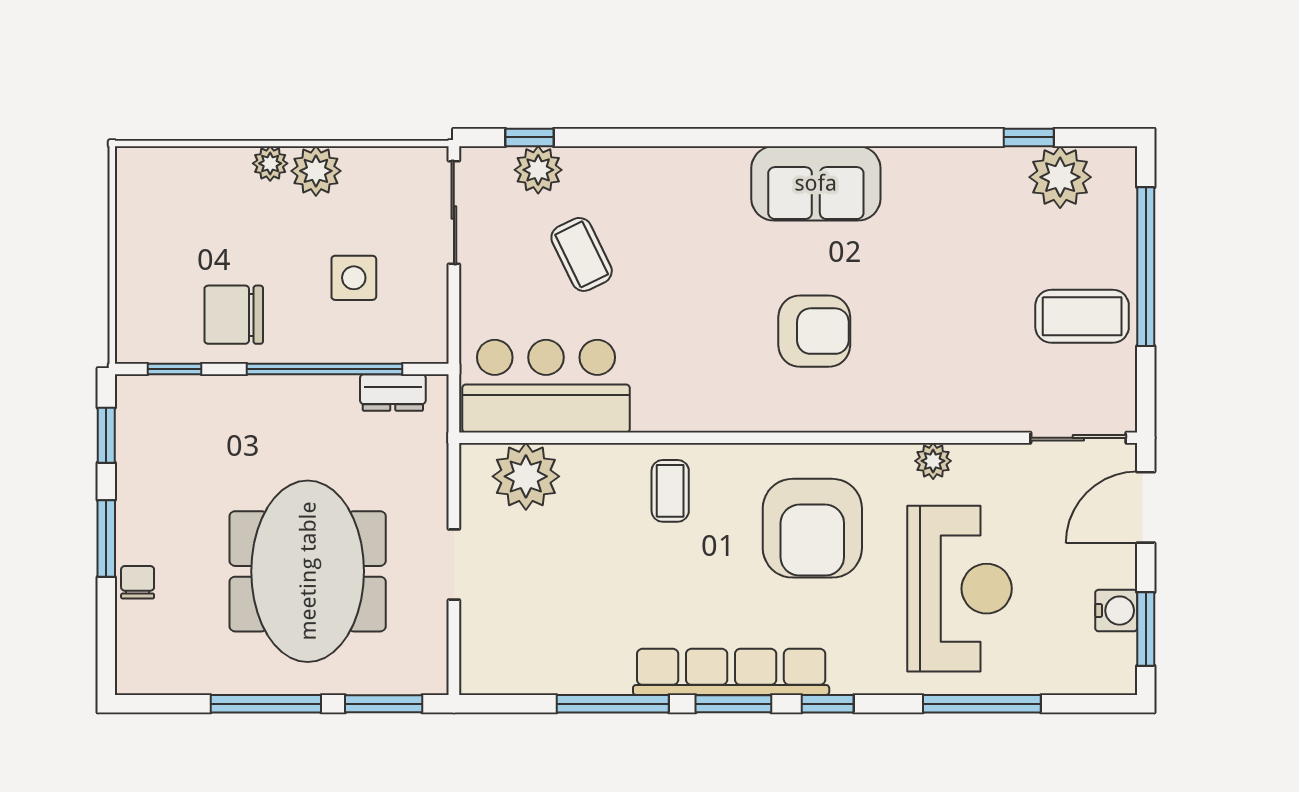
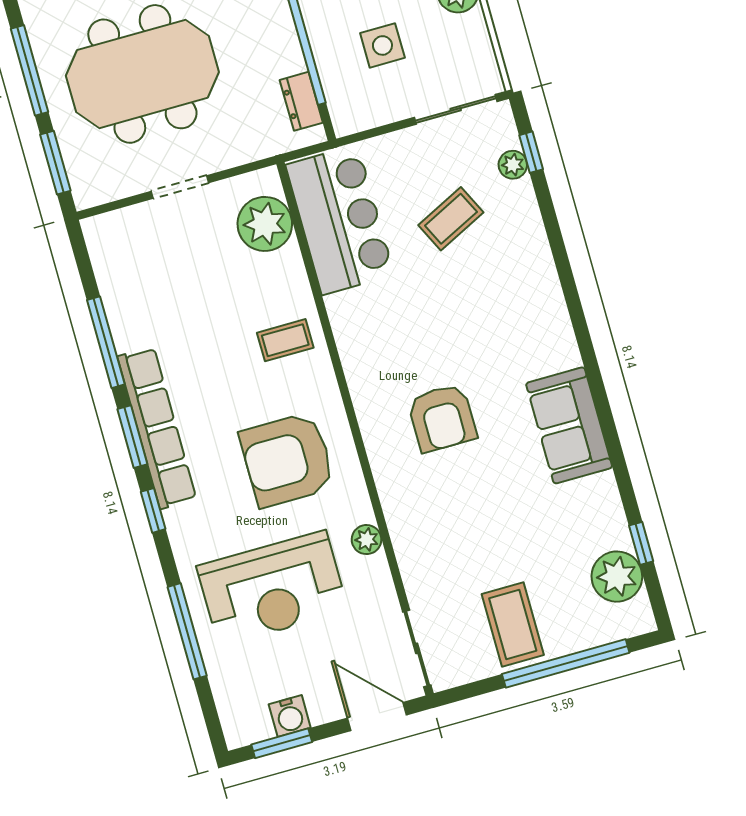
plant: (538, 170) -> (513, 165), width x0.73, depth x0.73
sofa: (816, 183) -> (569, 425), moved

